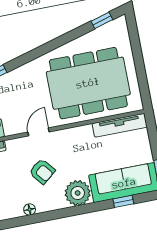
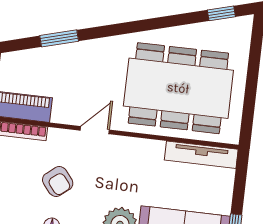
armchair: (42, 171) -> (58, 181), moved

